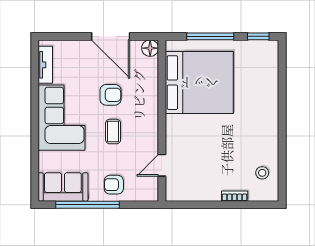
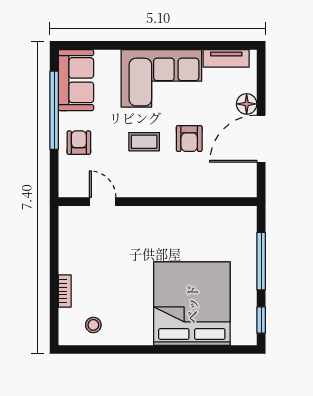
floor lamp: (150, 48) -> (247, 104), moved
bed: (199, 83) -> (192, 304), moved, turned 180

